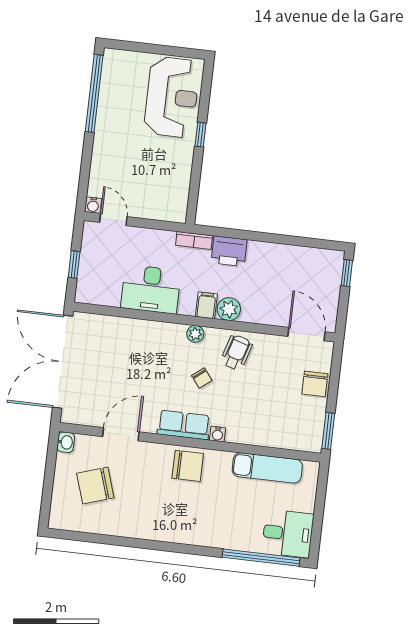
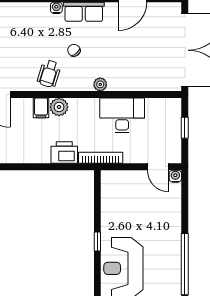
bookcase: (194, 240) -> (101, 158), width x1.56
filing cabinet: (206, 305) -> (41, 108), moved
plant: (195, 334) -> (100, 84), moved

